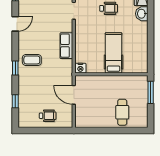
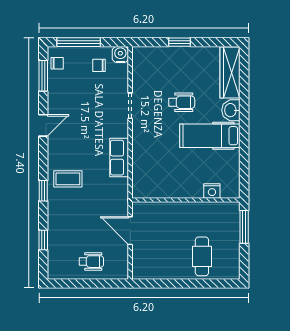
hospital bed: (114, 53) -> (210, 136), moved, turned -90
nightstand: (80, 68) -> (212, 191), moved

